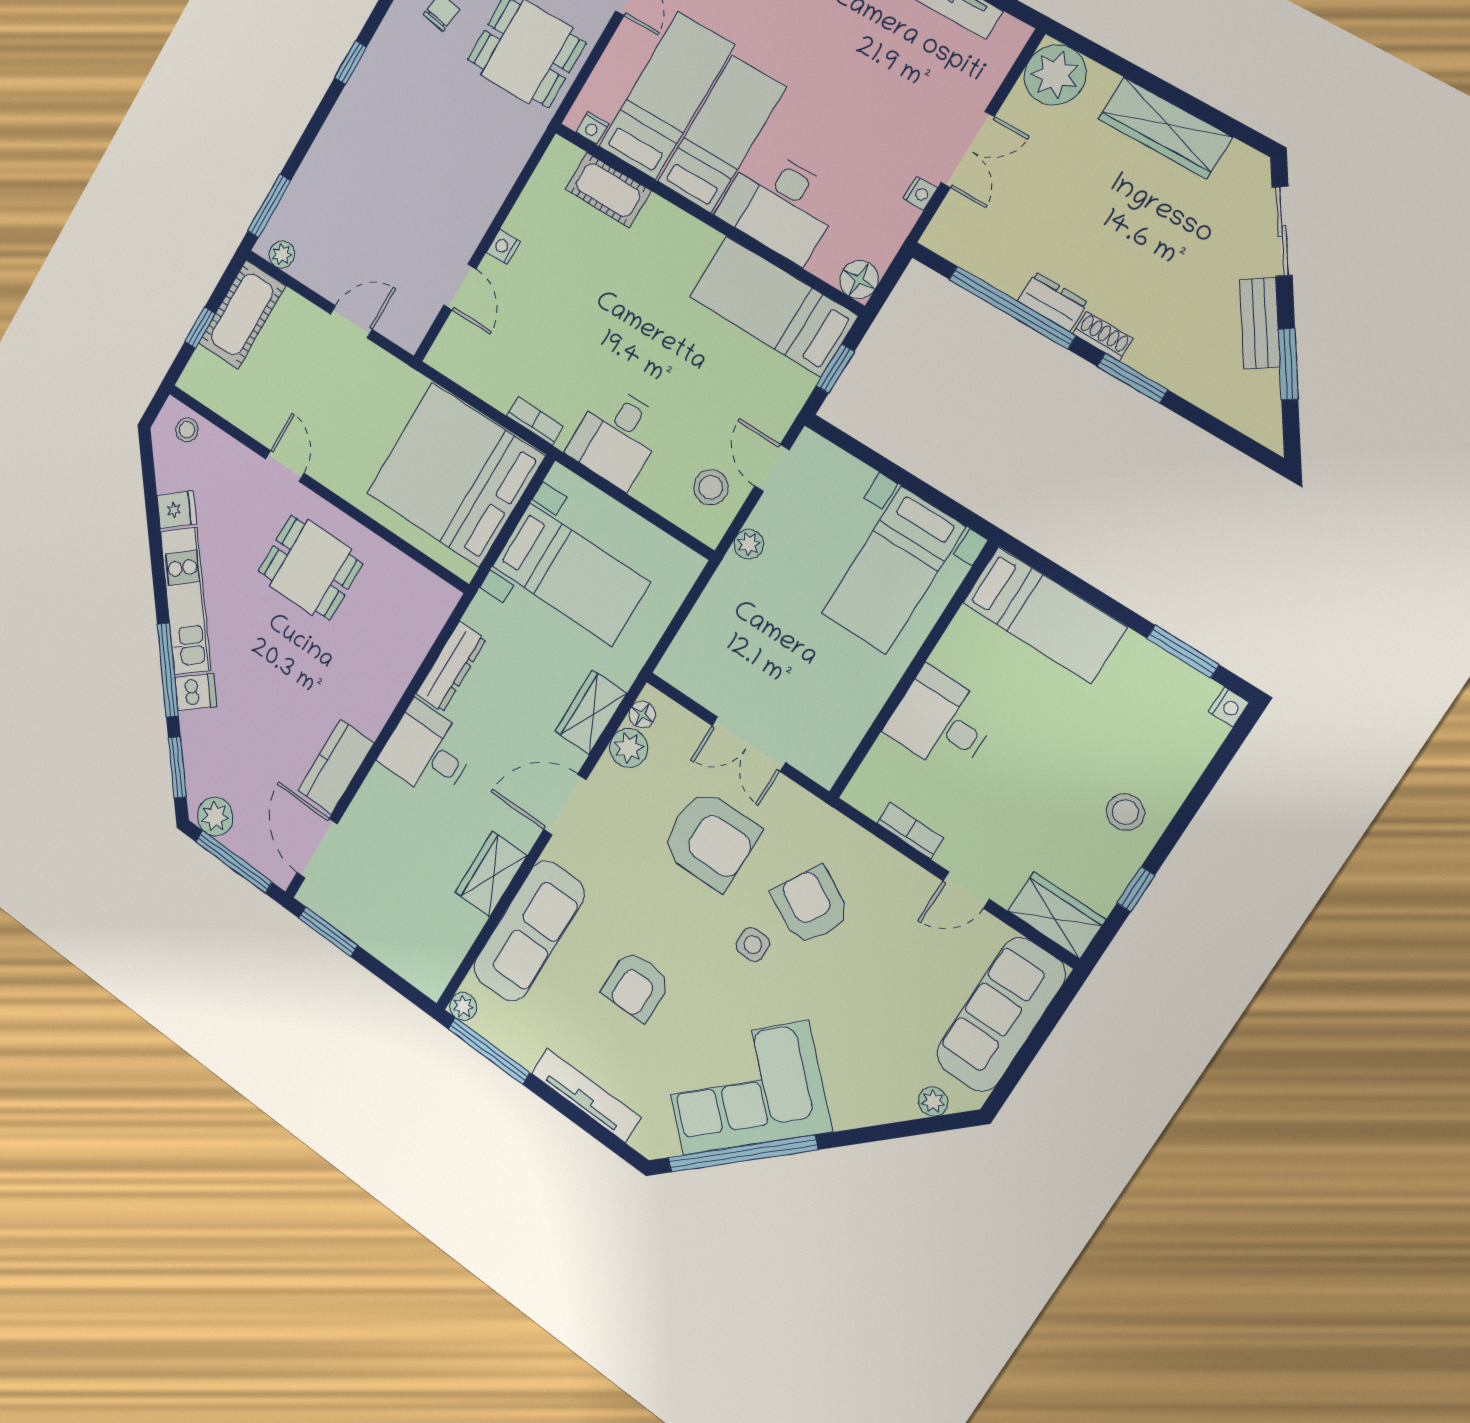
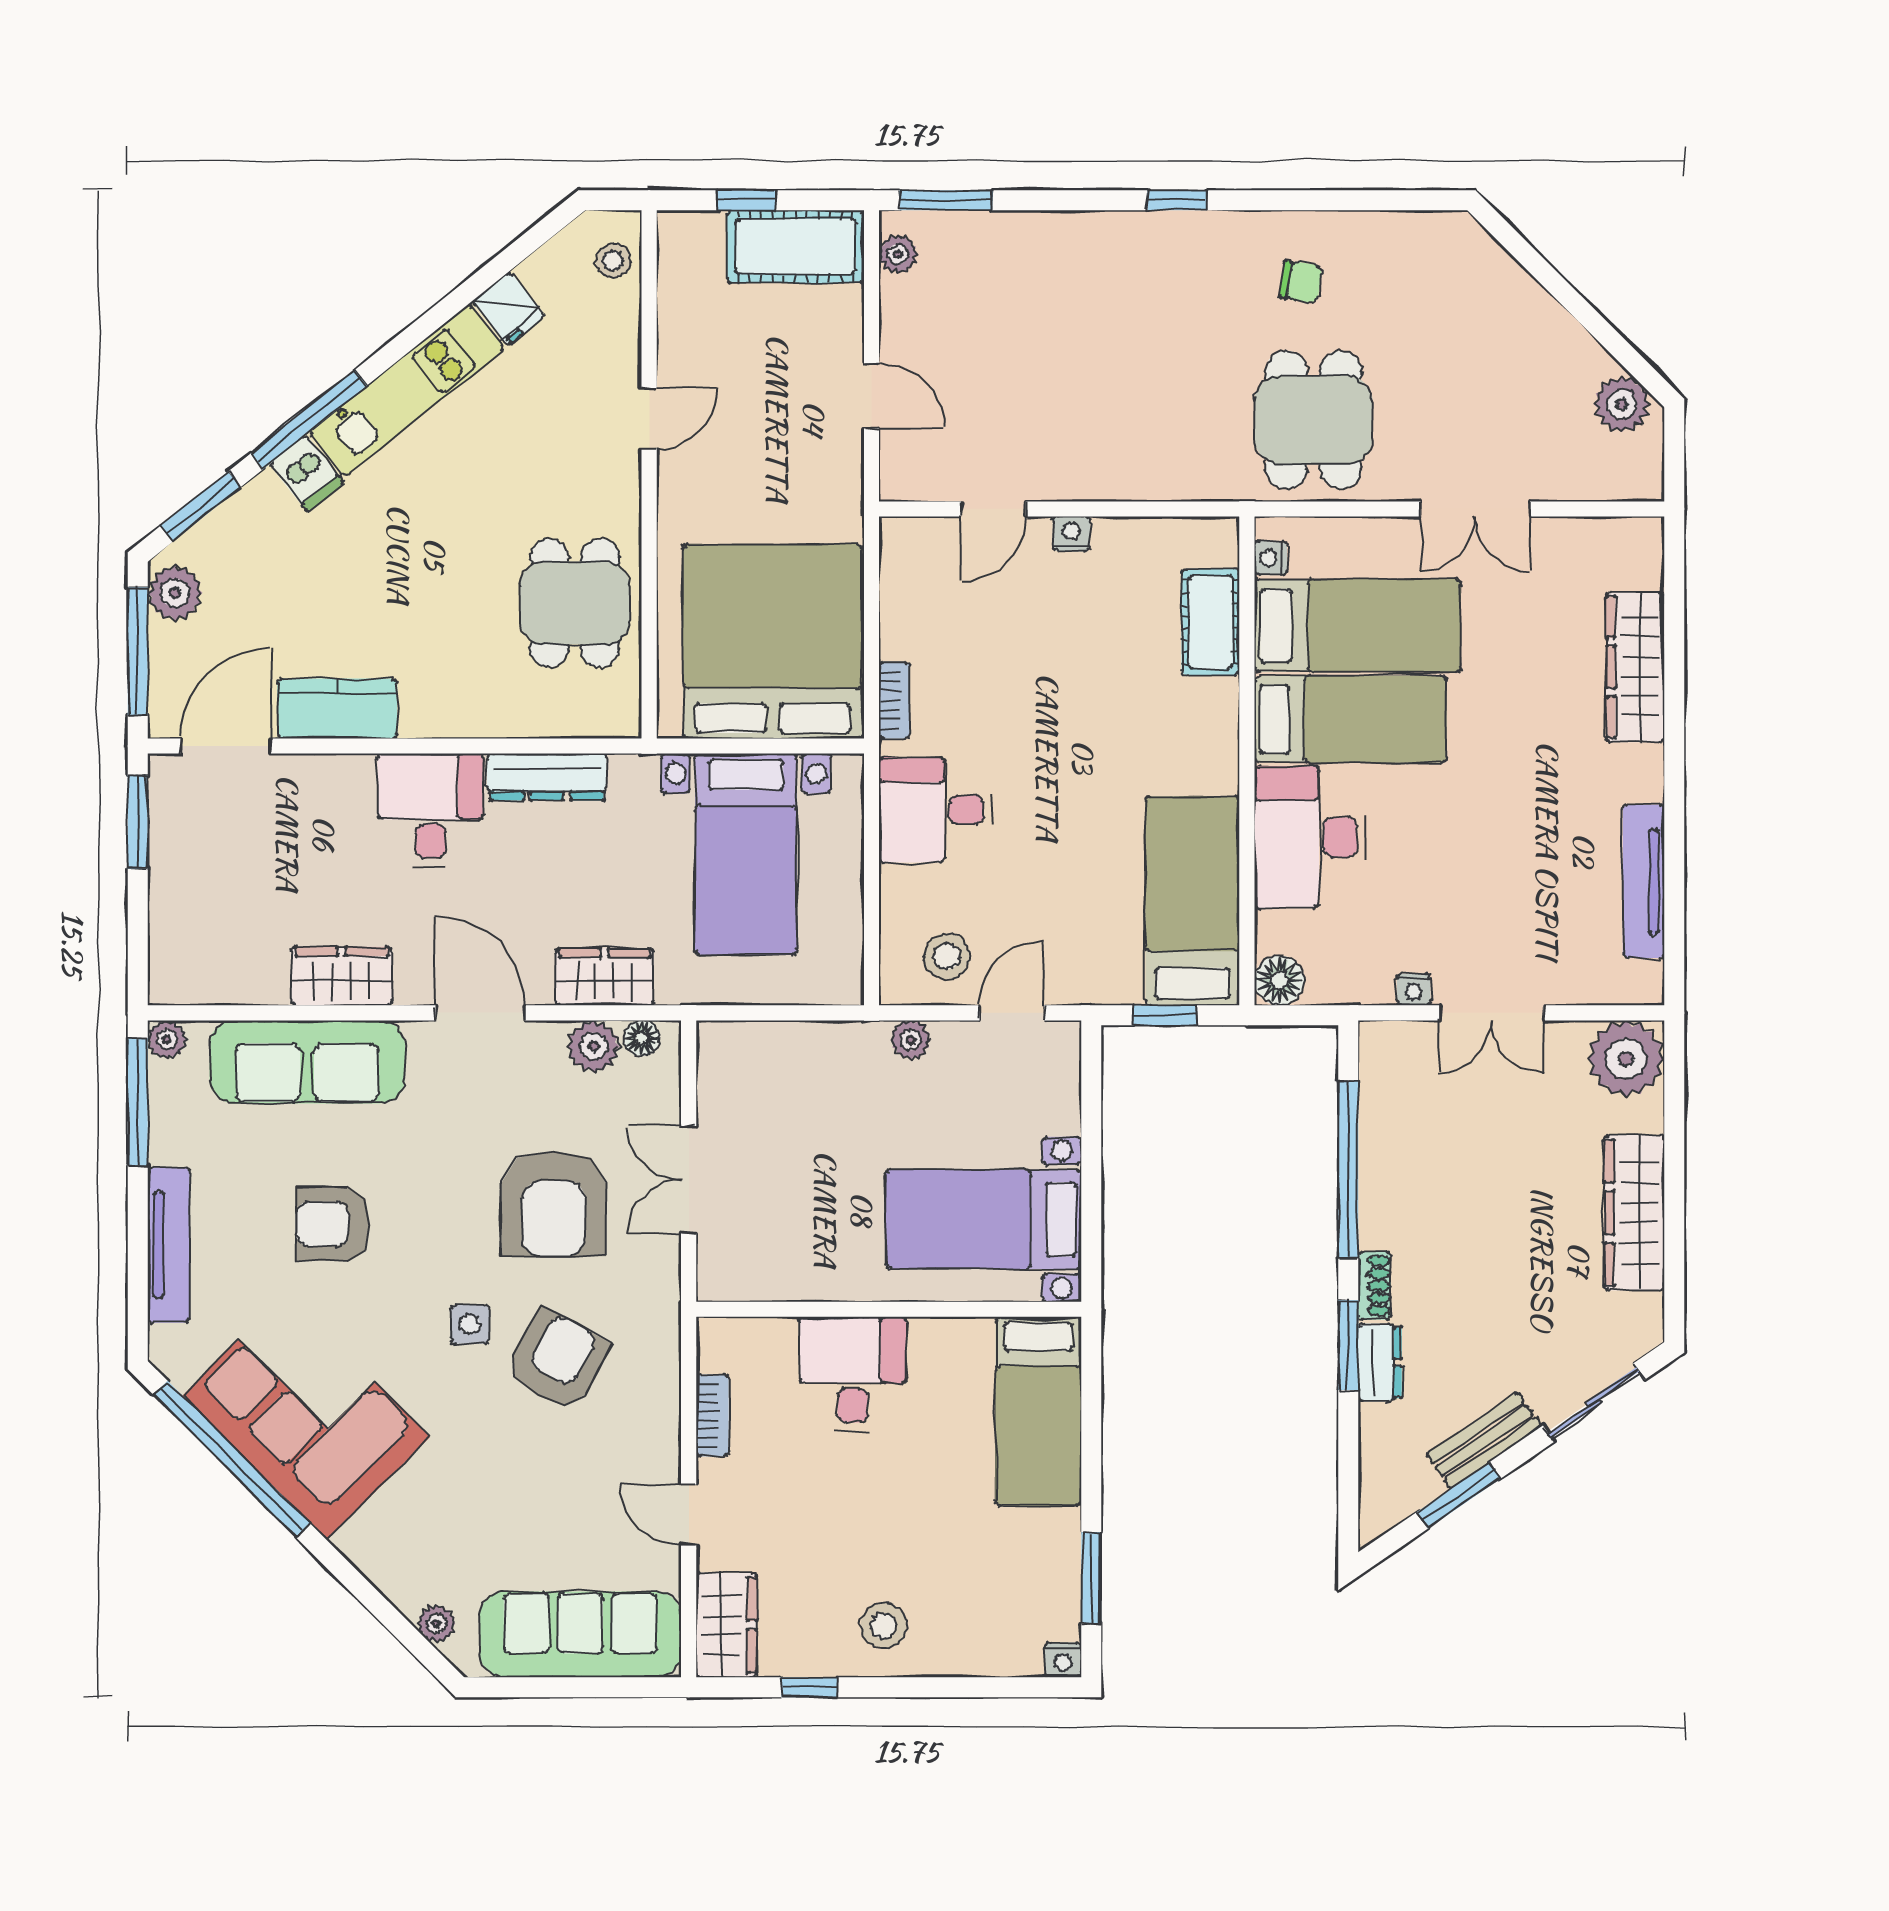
dresser: (1053, 302) -> (1380, 1362), moved
dining table: (310, 567) -> (575, 603), moved

